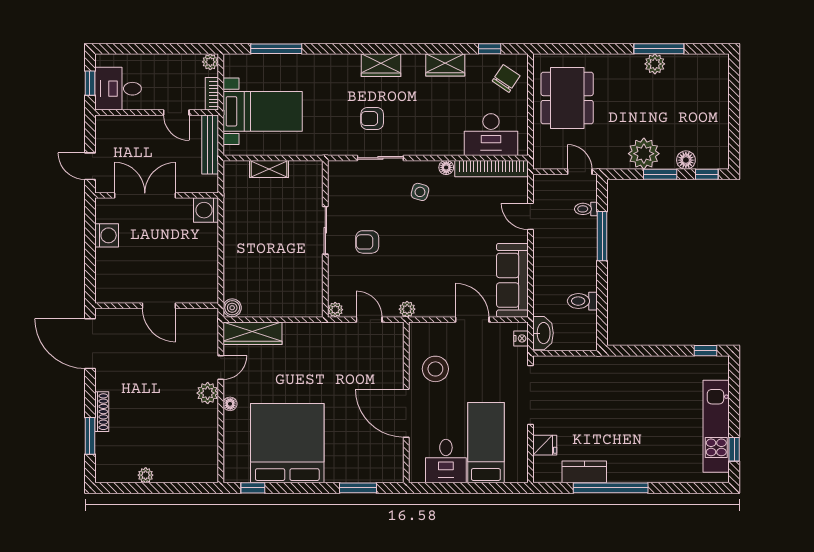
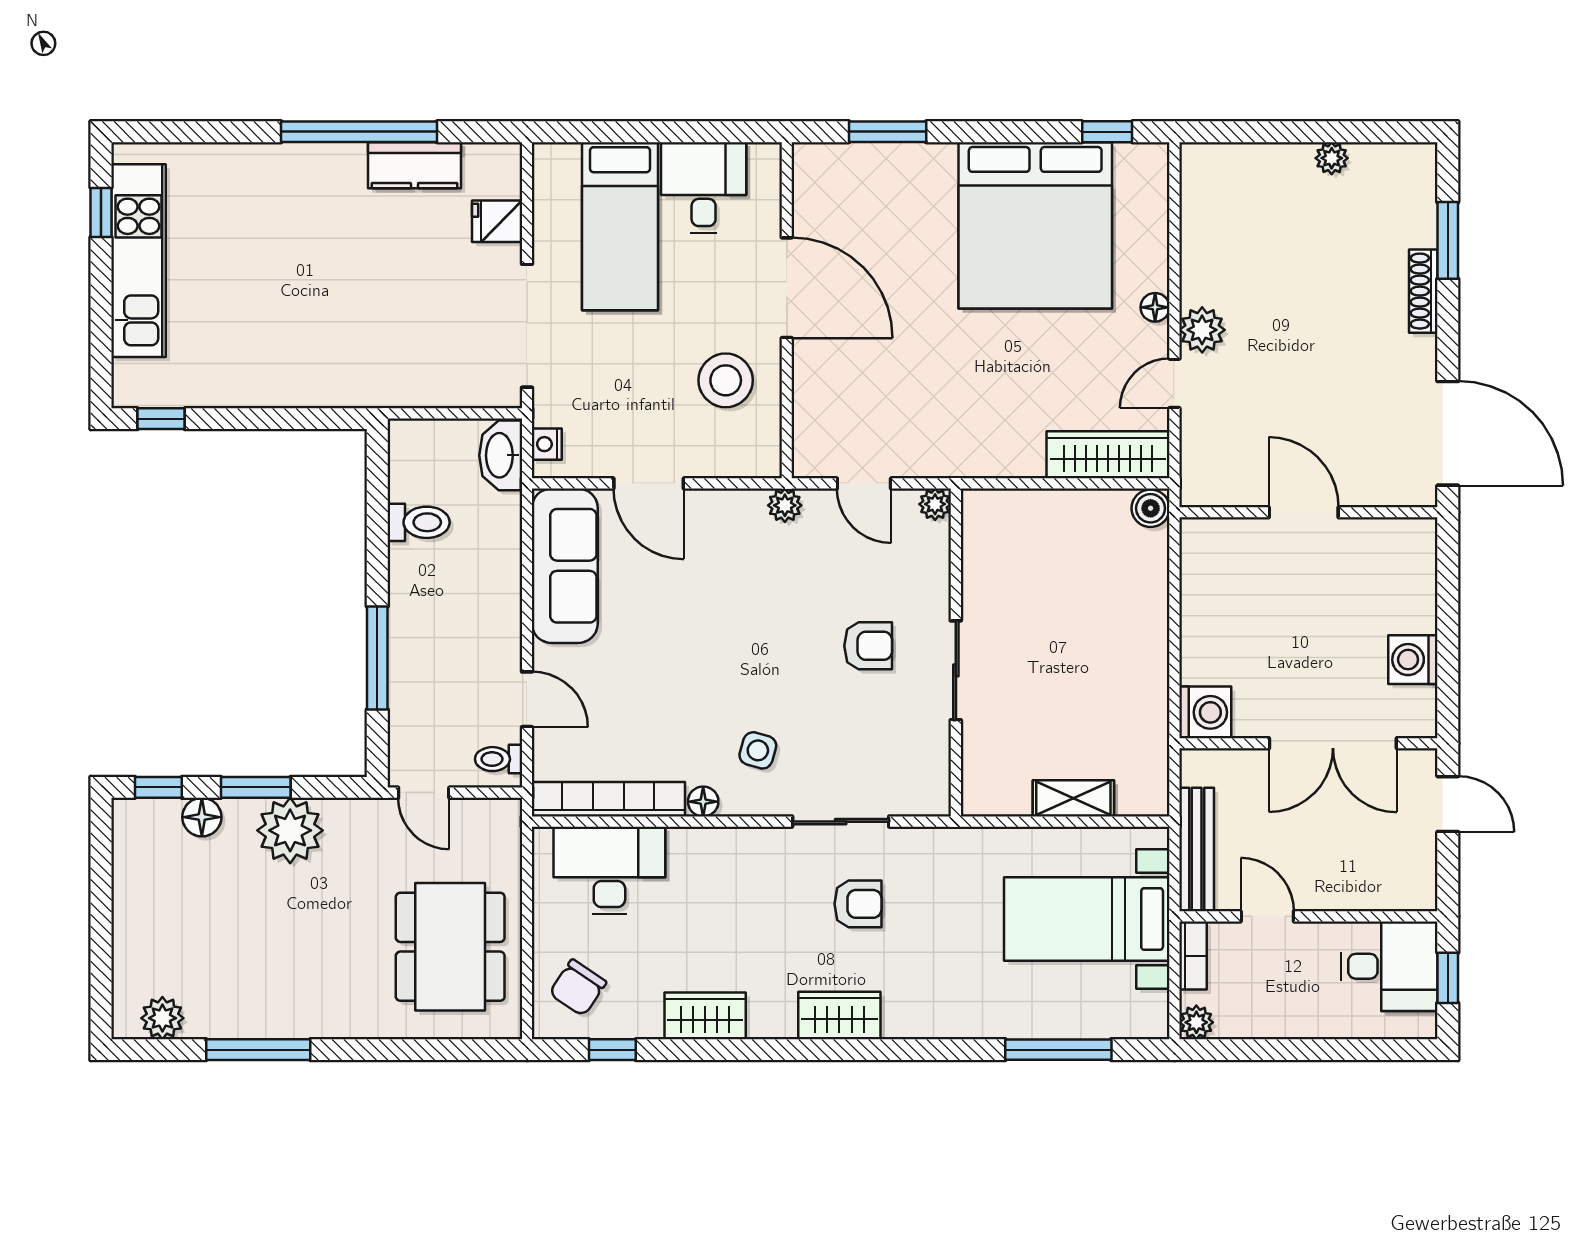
plant: (655, 64) -> (162, 1018), moved
toilet: (586, 209) -> (499, 759), moved, turned 180

